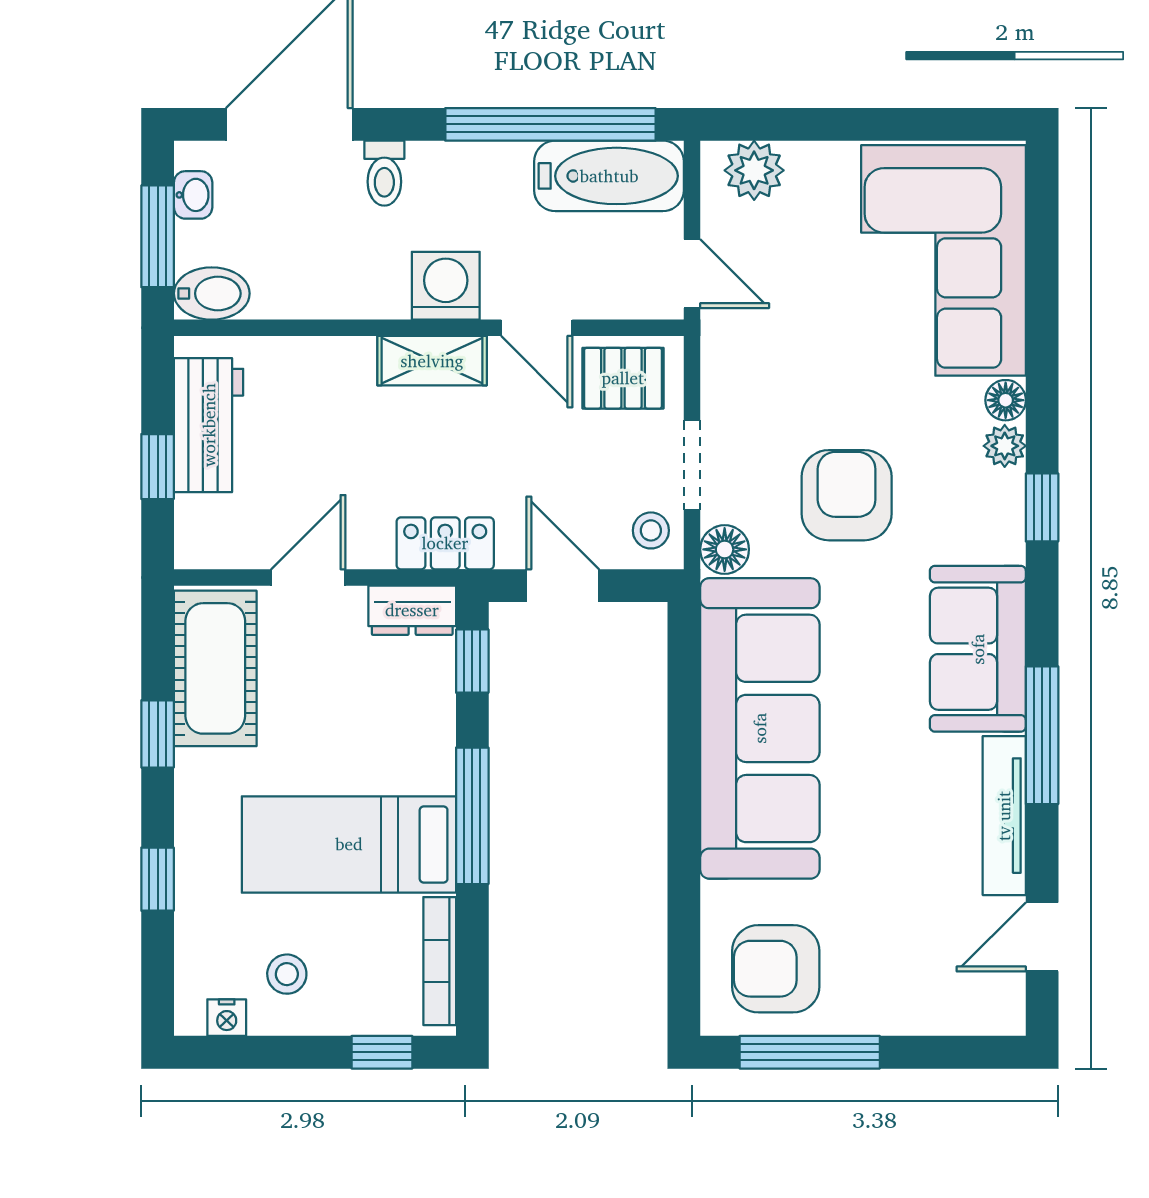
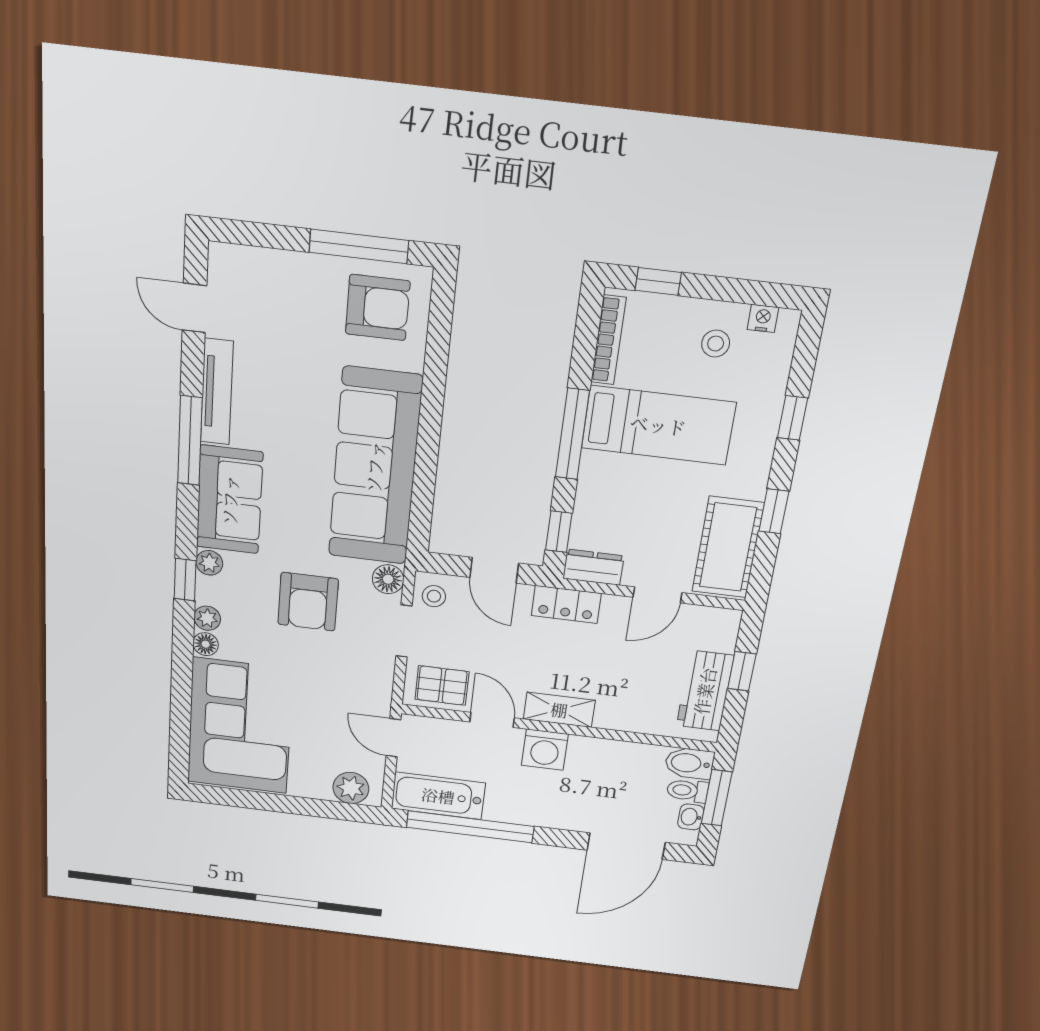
toilet: (384, 173) -> (687, 791), moved, turned -90
plant: (1005, 541) -> (209, 563), added
door: (1042, 937) -> (194, 308), swing flipped

